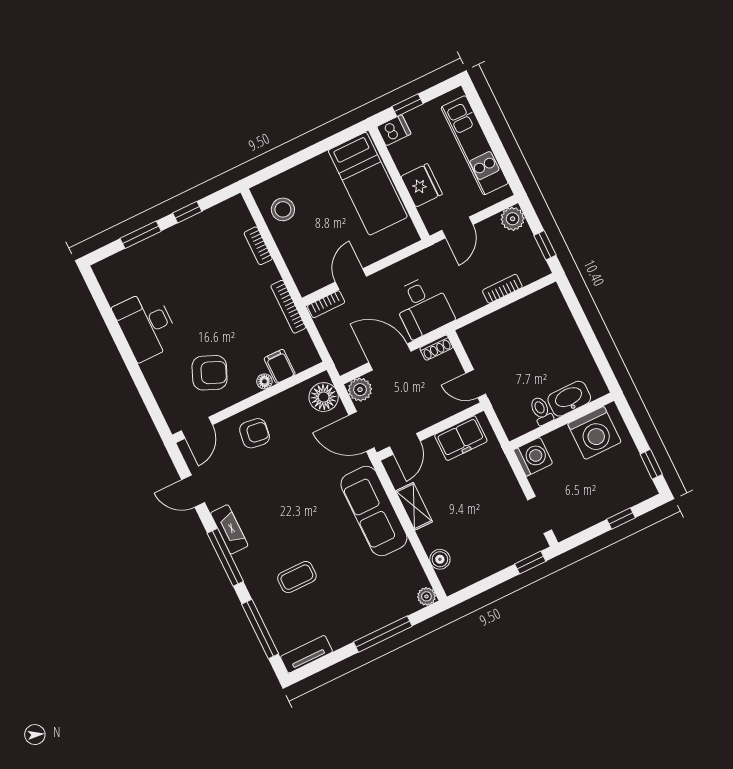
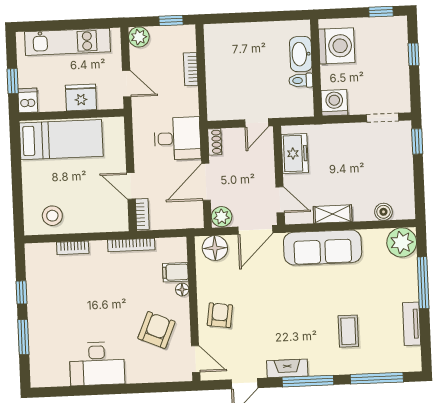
plant: (426, 596) -> (402, 242), width x1.87, depth x1.87
tv unit: (306, 654) -> (412, 324), moved

